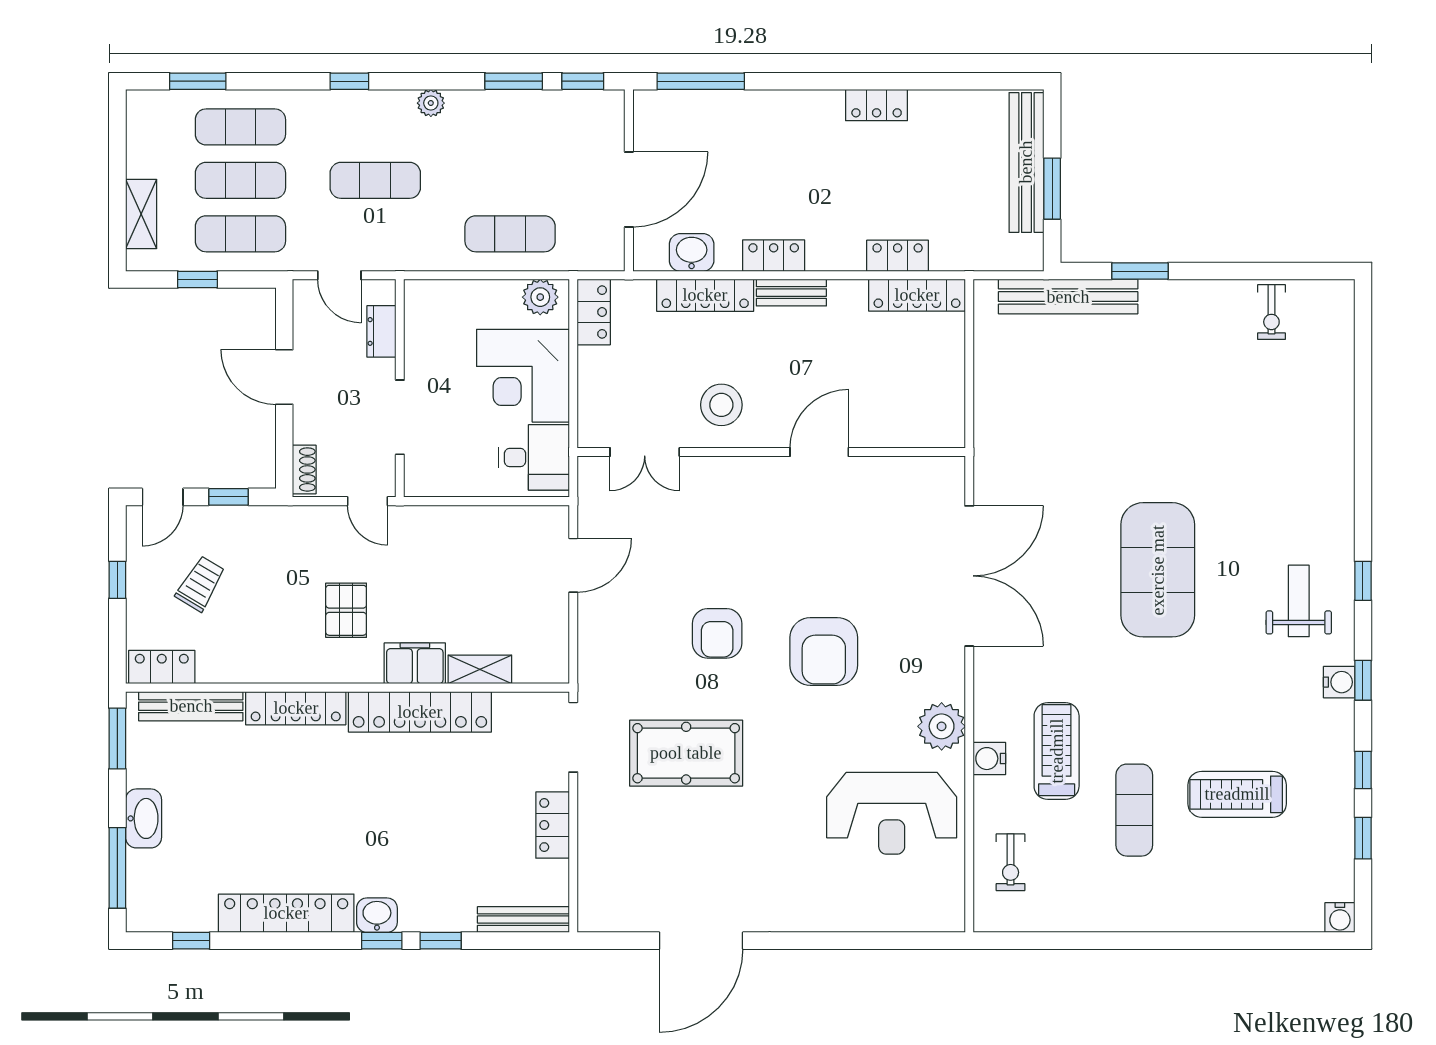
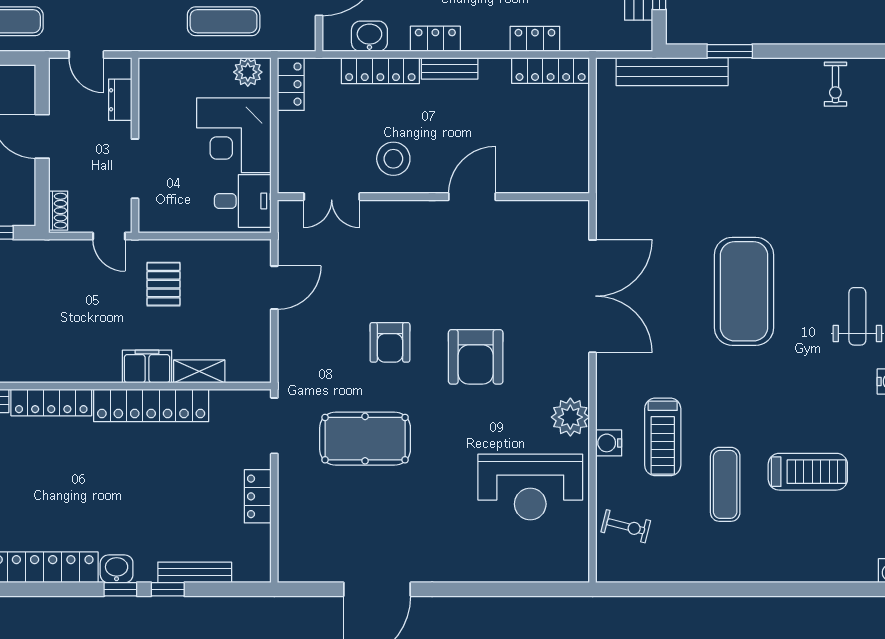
pallet: (346, 610) -> (163, 284), moved
treadmill: (1057, 751) -> (663, 437), turned 180
treadmill: (1237, 794) -> (808, 472), turned 180
exercise bike: (1011, 862) -> (626, 526), turned -76
bench: (523, 920) -> (195, 572), moved

